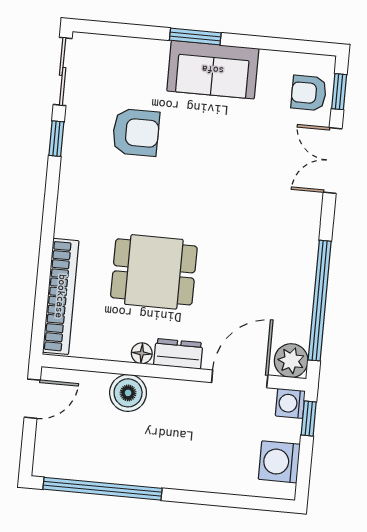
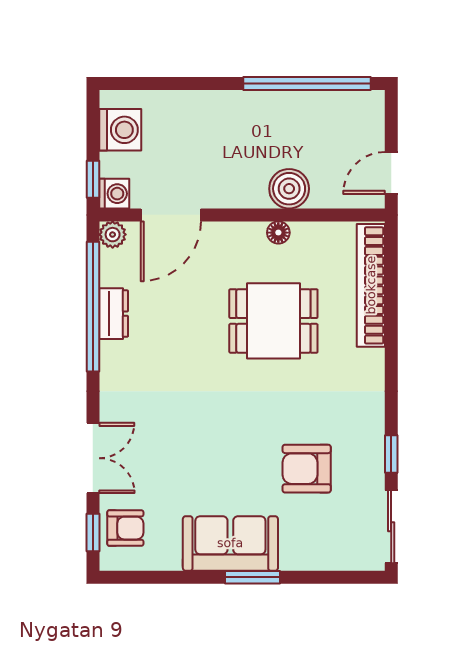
dresser: (178, 354) -> (114, 314), moved, turned -90
plant: (291, 361) -> (113, 235), width x0.73, depth x0.73

